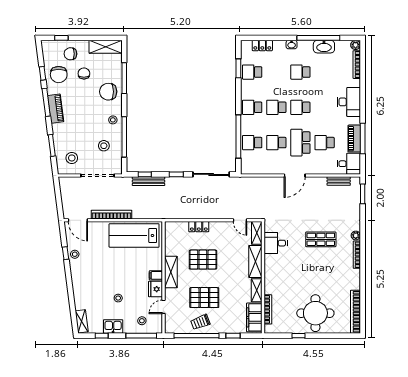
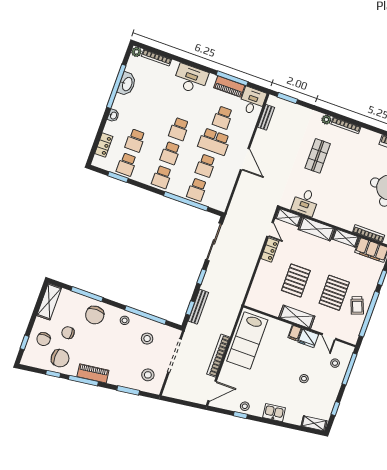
school desk: (300, 72) -> (135, 140), moved
door: (240, 220) -> (270, 229), hinge flipped
locker: (199, 227) -> (270, 250), moved
kitchen sink: (113, 326) -> (274, 413), moved, turned 83

